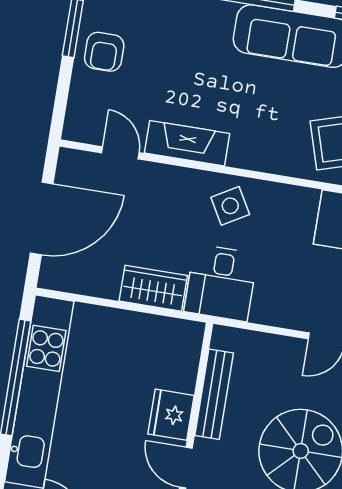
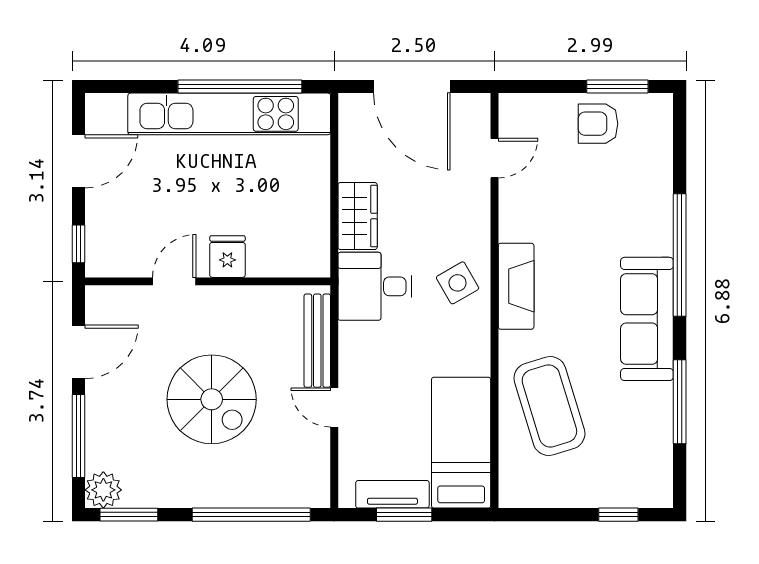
fireplace: (187, 143) -> (516, 286), moved
bench: (214, 394) -> (317, 341), moved, turned 90
fridge: (171, 415) -> (227, 257), width x0.72

